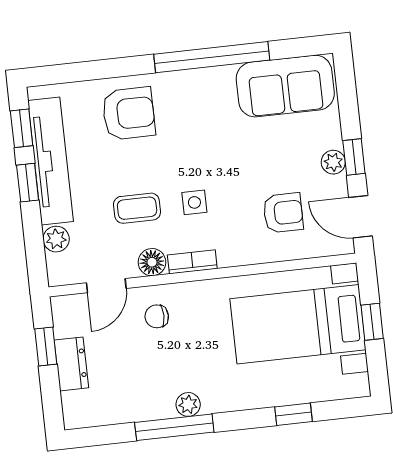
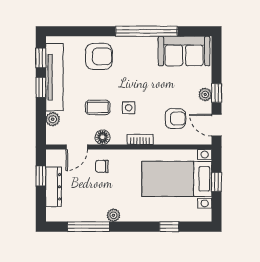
bookcase: (192, 262) -> (140, 139), moved
dresser: (71, 364) -> (54, 187), width x1.44
window: (174, 427) -> (89, 227), moved

